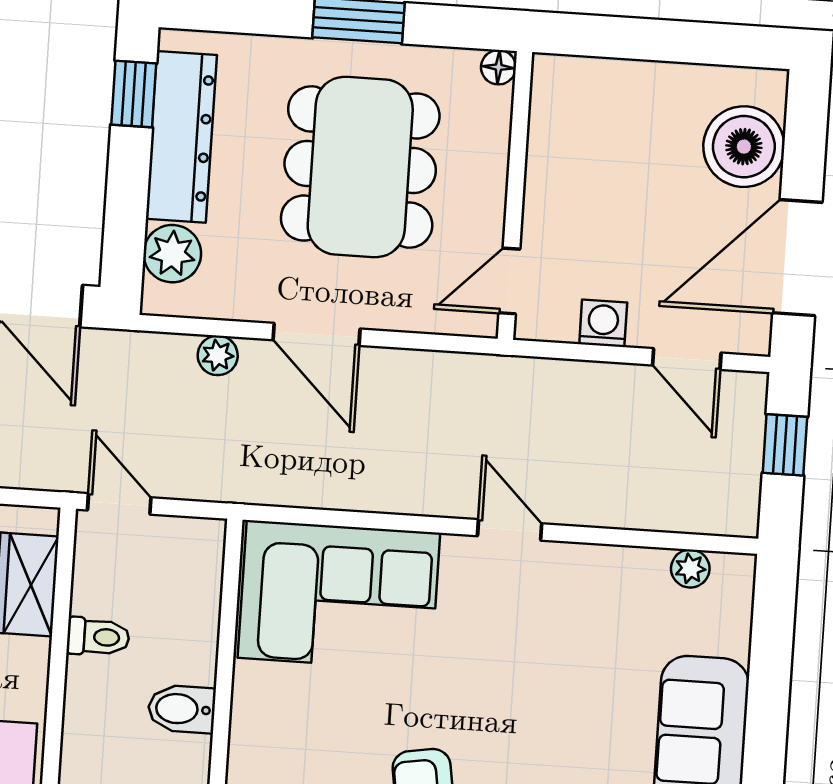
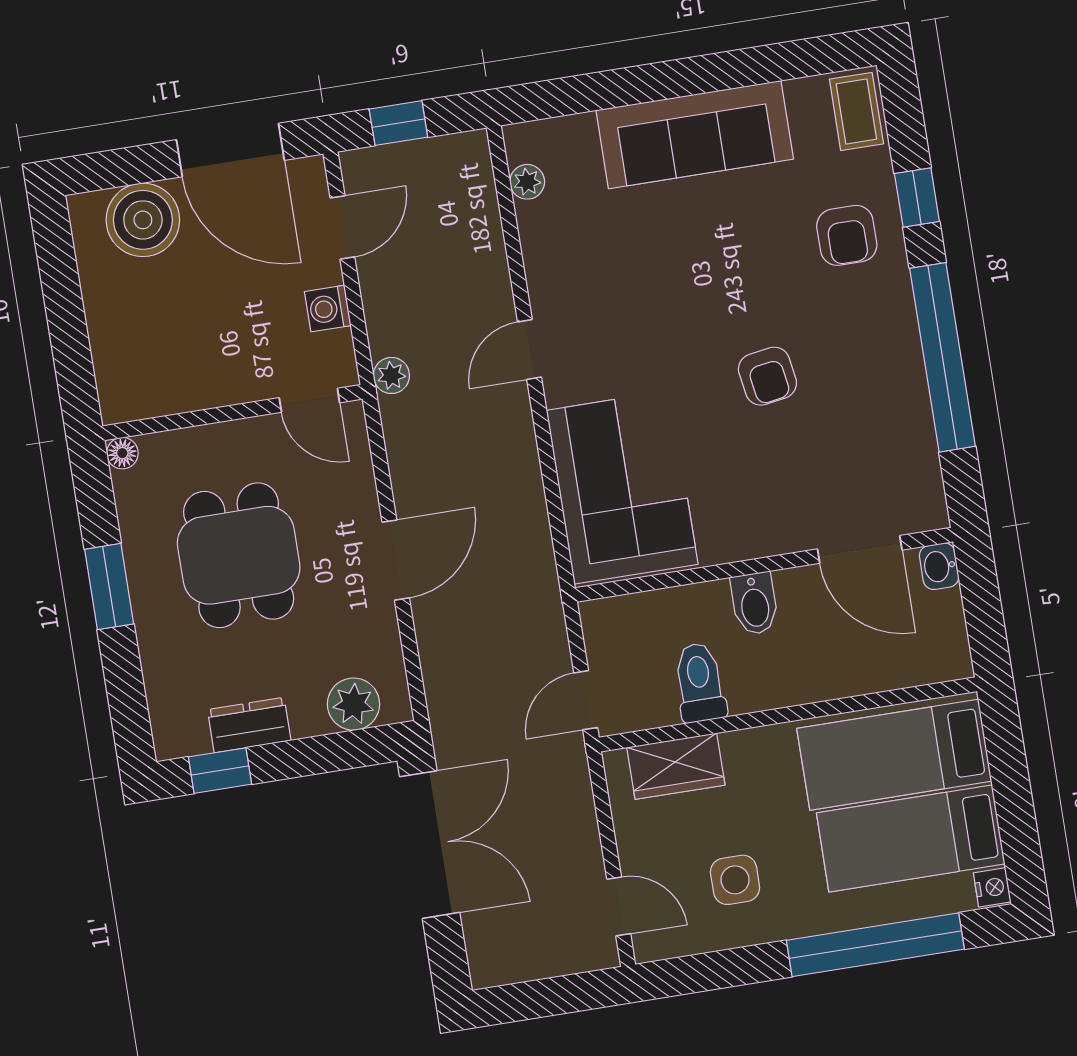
dresser: (181, 137) -> (249, 725), width x0.51, depth x0.80
dining table: (360, 167) -> (239, 555), width x0.73
plant: (218, 355) -> (391, 375), moved
toilet: (98, 637) -> (700, 683), width x1.37, depth x1.39

